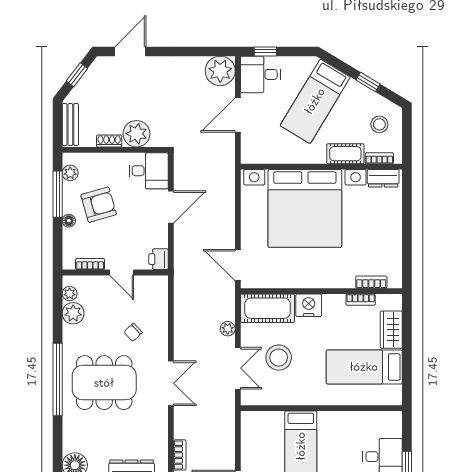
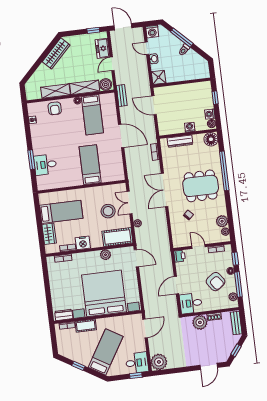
door: (238, 115) -> (145, 328), moved
stool: (379, 124) -> (69, 344), removed
armchair: (99, 205) -> (216, 282), turned -110
window: (58, 242) -> (235, 259), added
plant: (293, 279) -> (105, 255), added
nightstand: (309, 305) -> (83, 243), moved
window: (58, 379) -> (224, 171), moved
double door: (171, 383) -> (165, 190), width x1.37

